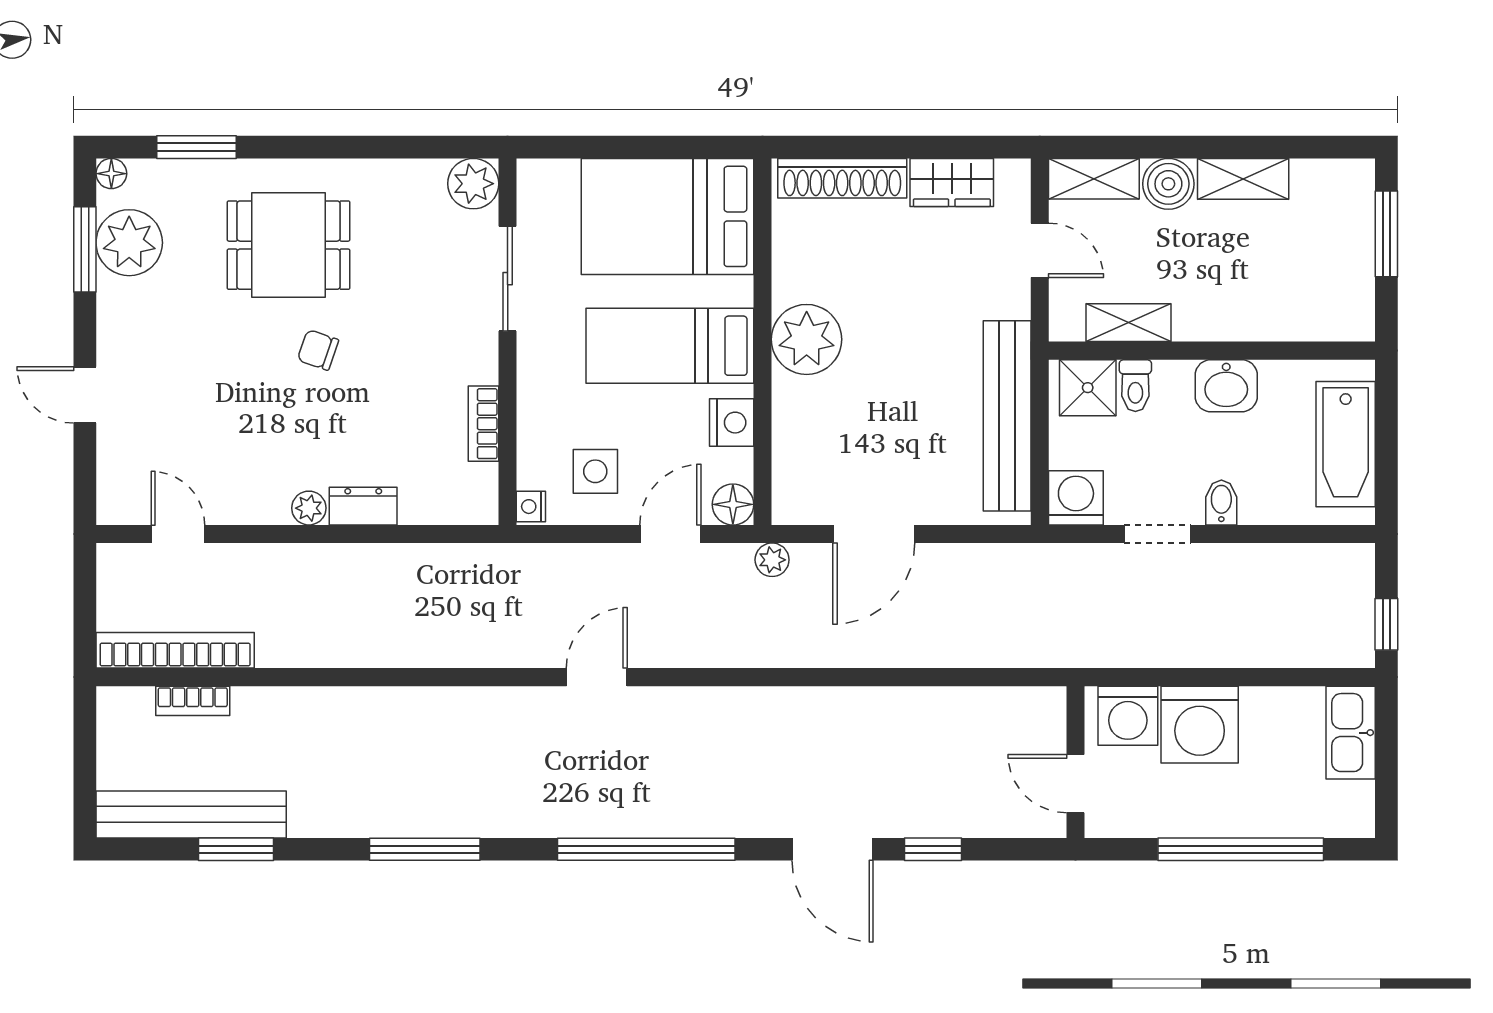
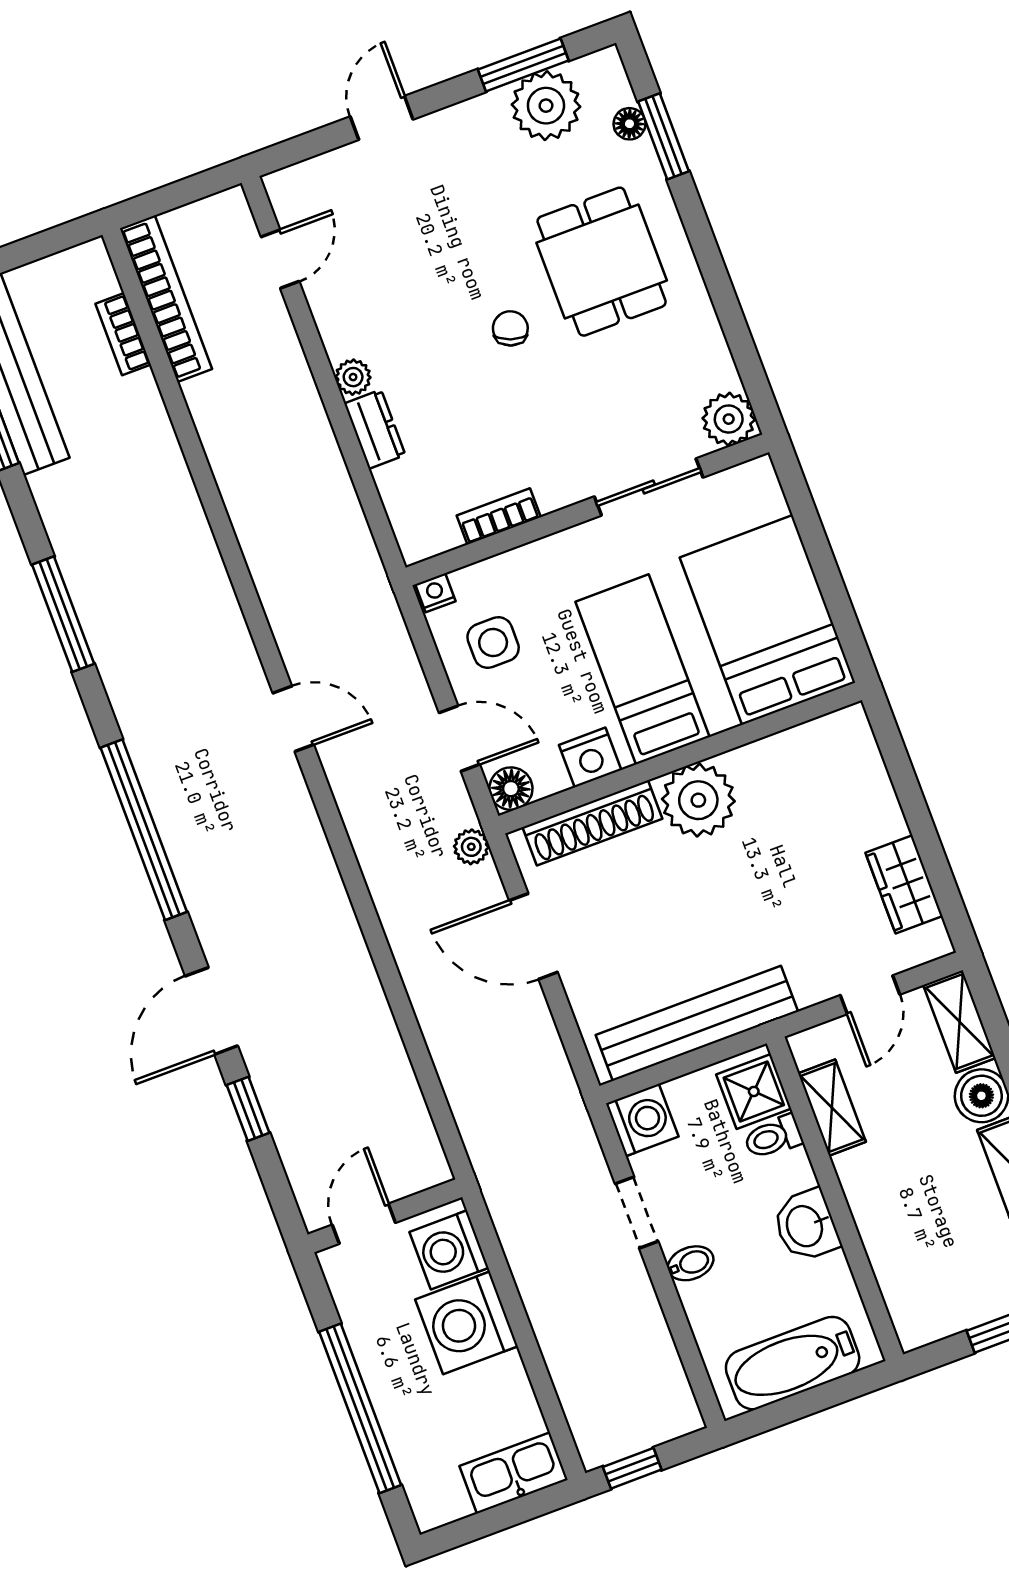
floor lamp: (111, 174) -> (630, 124), moved
shoe rack: (842, 178) -> (592, 823), moved, turned -90

